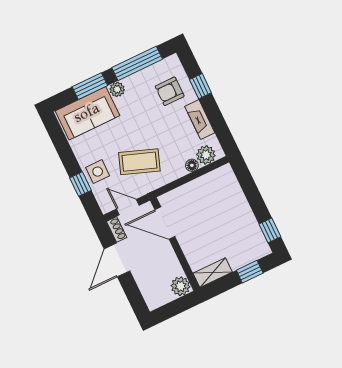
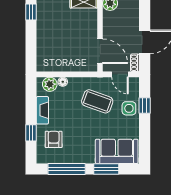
plant: (117, 89) -> (89, 158), removed
armchair: (170, 91) -> (54, 139), turned -90

